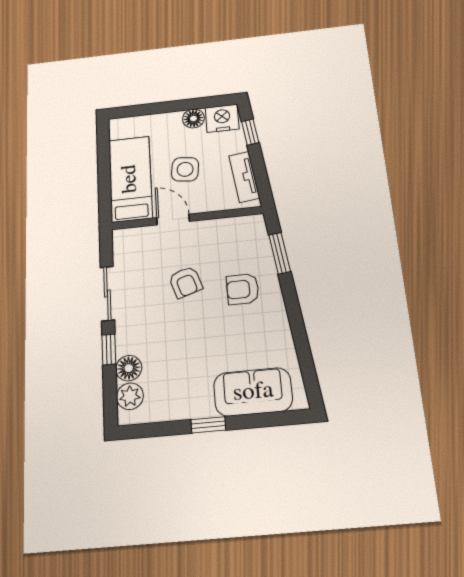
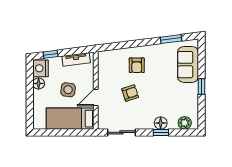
window: (280, 253) -> (171, 39), moved
sliding door: (107, 293) -> (121, 132), moved
floor lamp: (129, 368) -> (161, 123), moved

